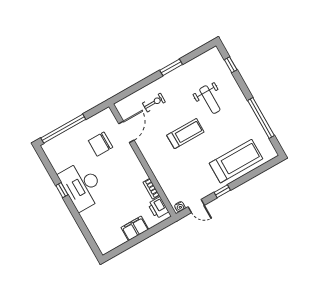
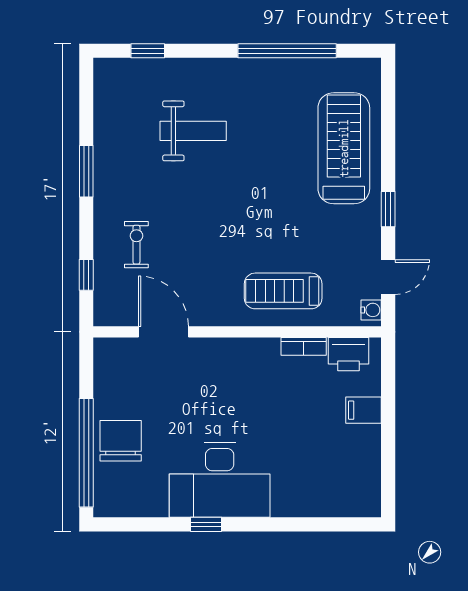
window: (131, 90) -> (86, 275), added
treadmill: (185, 134) -> (283, 291), moved, turned -90
chair: (101, 144) -> (121, 441), moved, turned 180
filing cabinet: (135, 228) -> (364, 410), width x0.50

